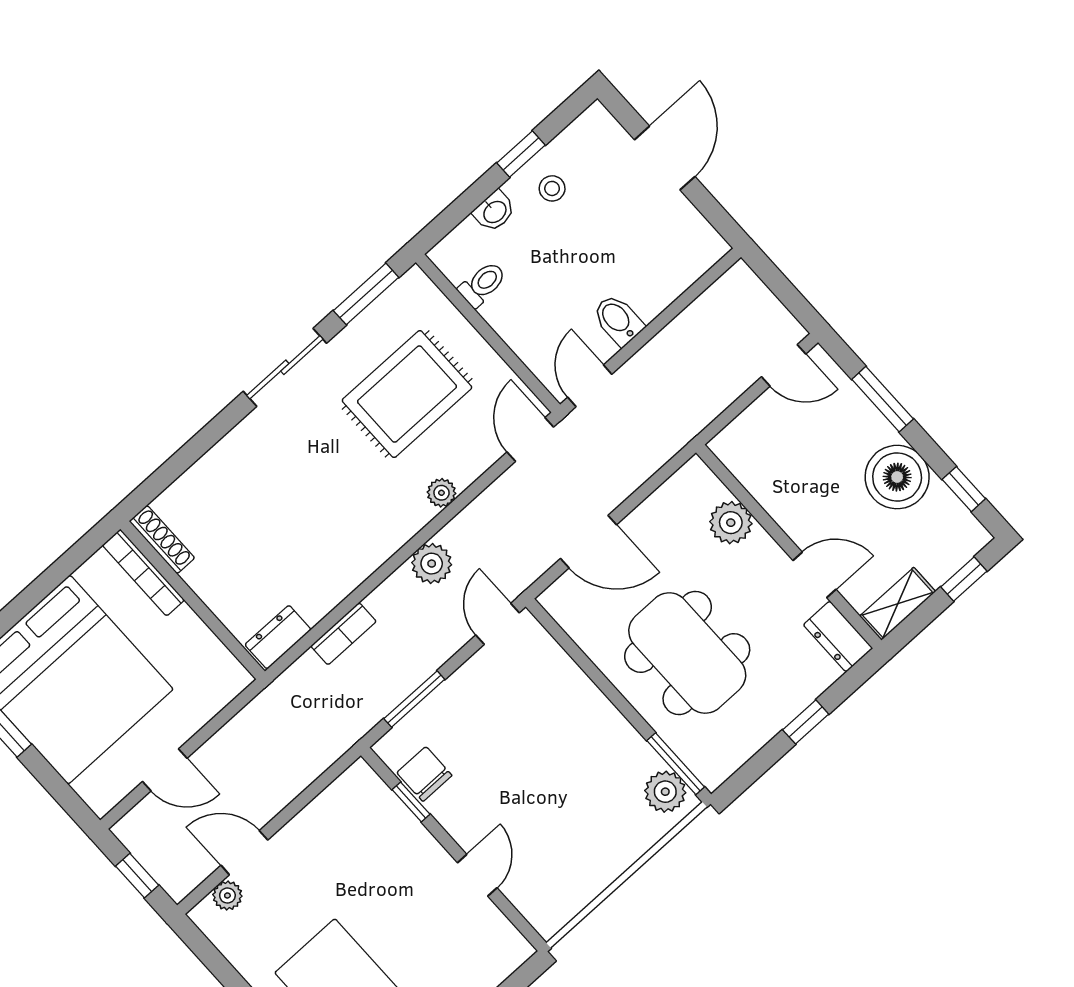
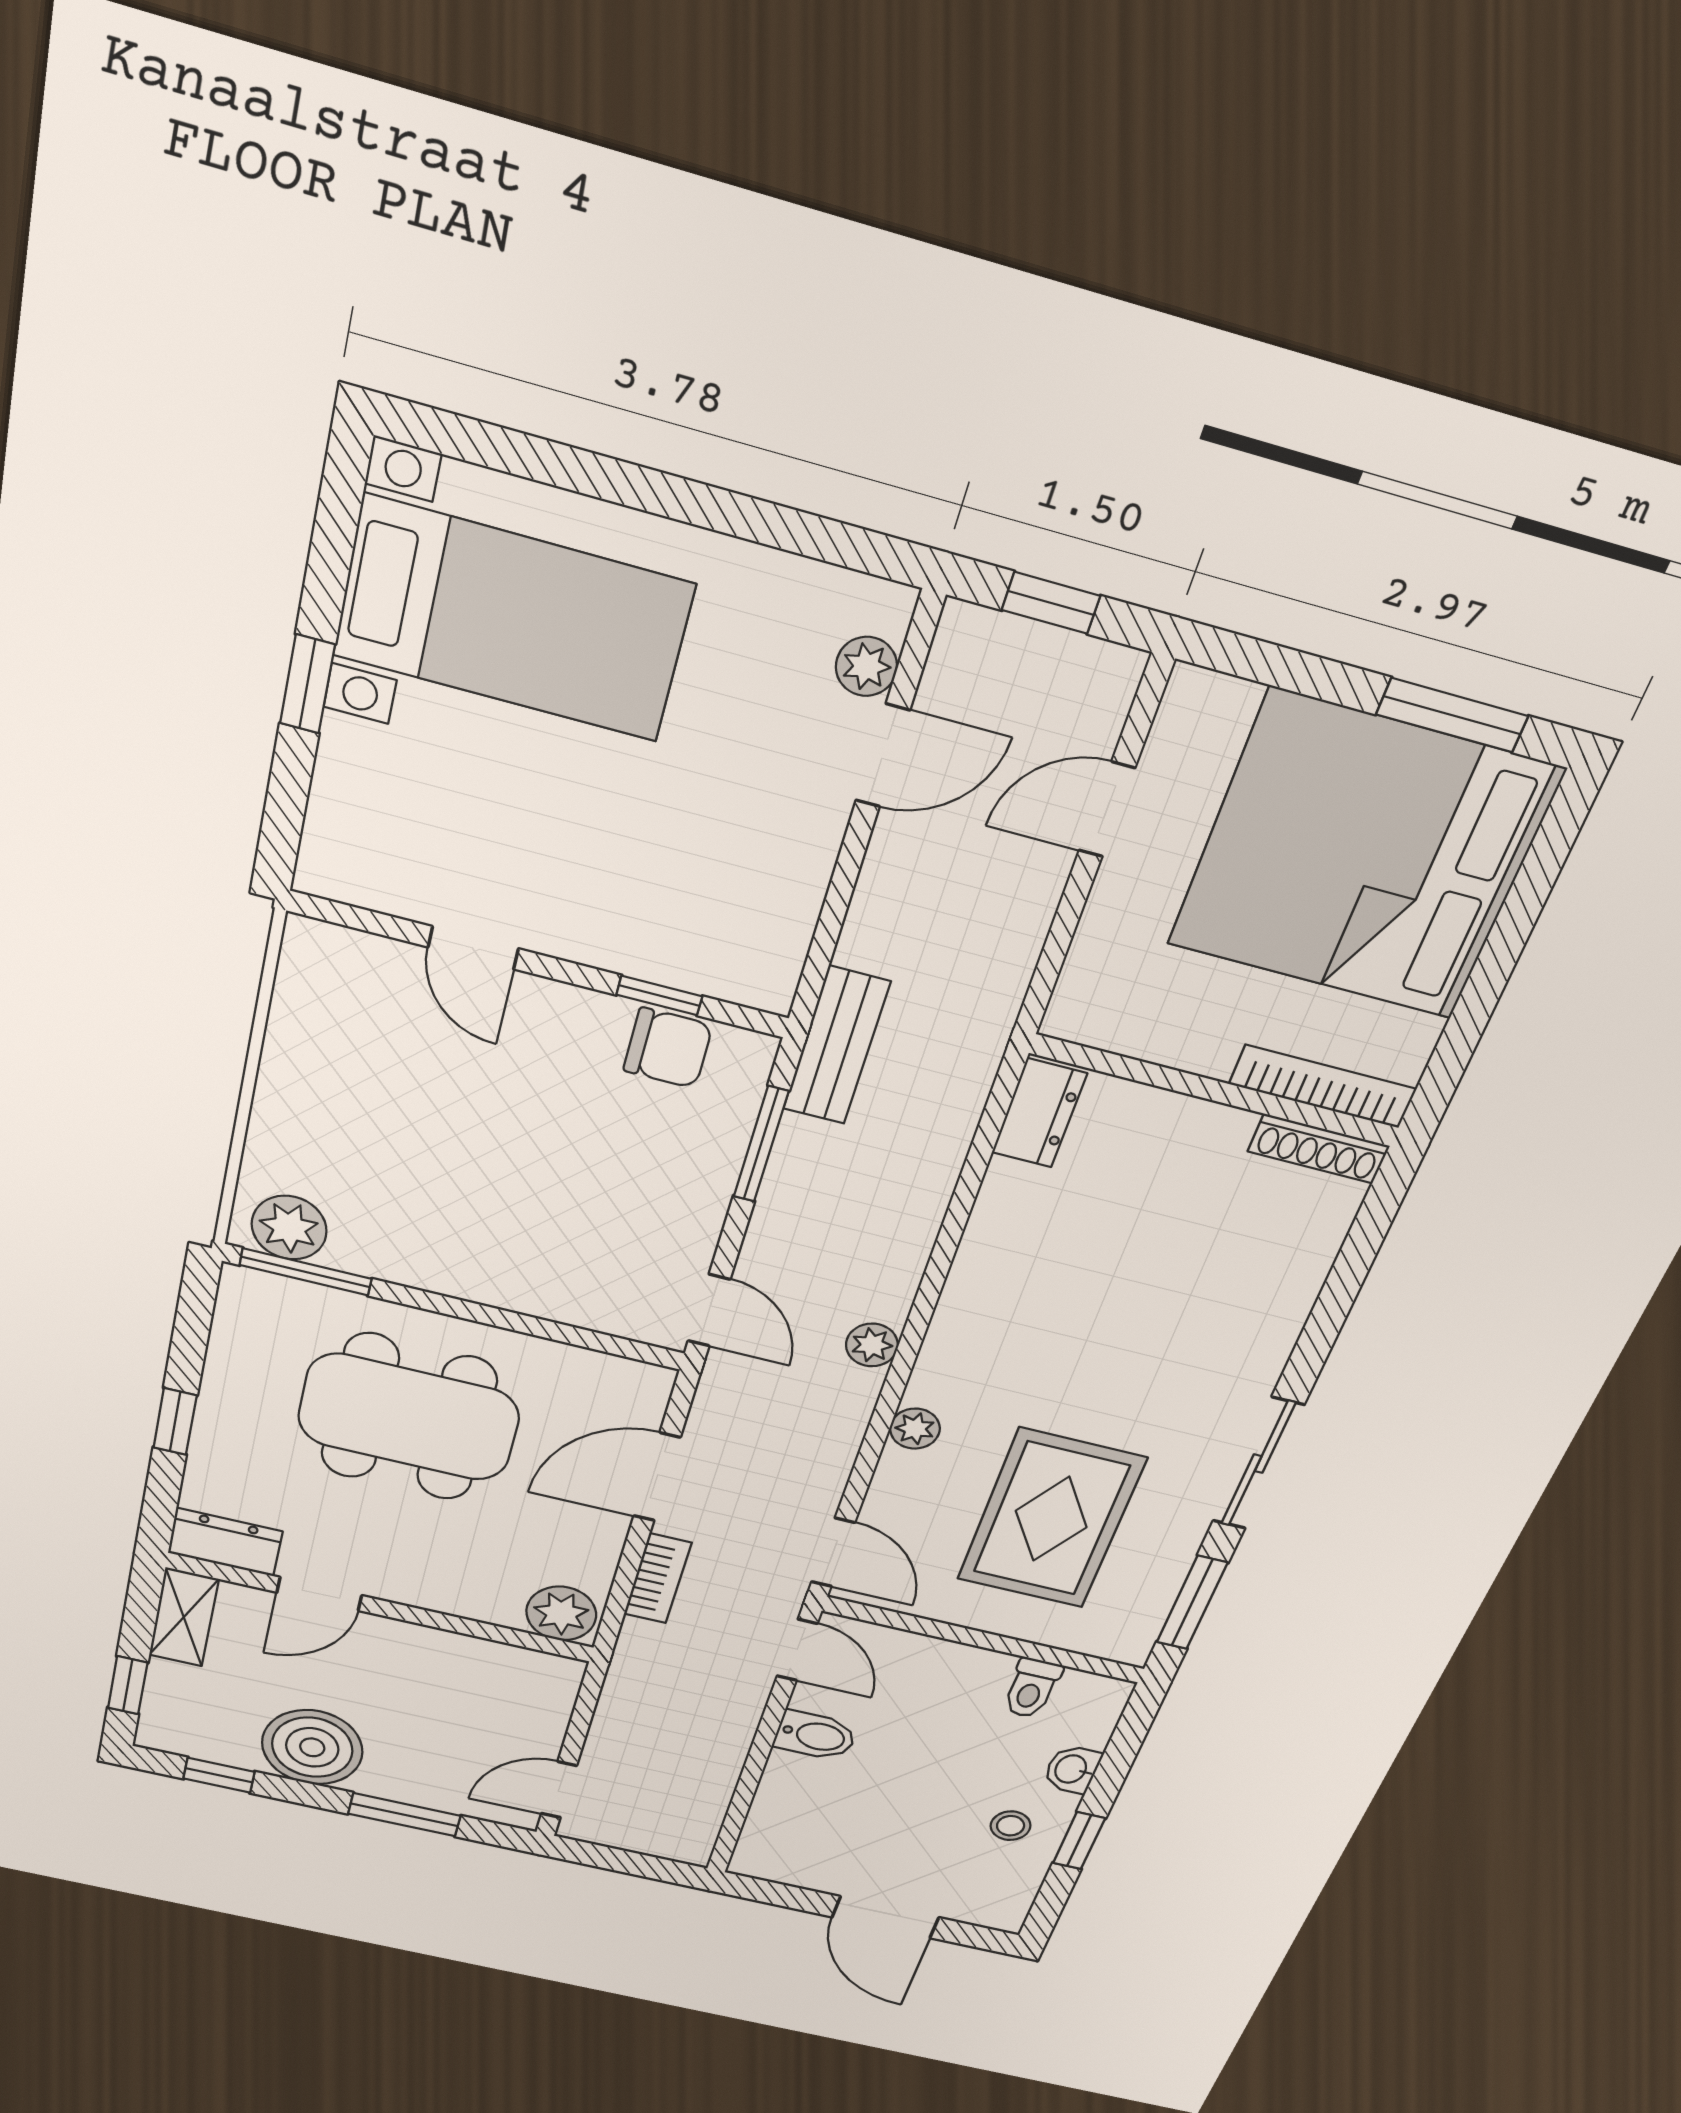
plant: (731, 523) -> (561, 1613), moved
plant: (432, 564) -> (872, 1345), width x0.73, depth x0.73
bookcase: (343, 634) -> (658, 1578), moved, turned 180
bench: (348, 728) -> (836, 1046), added

